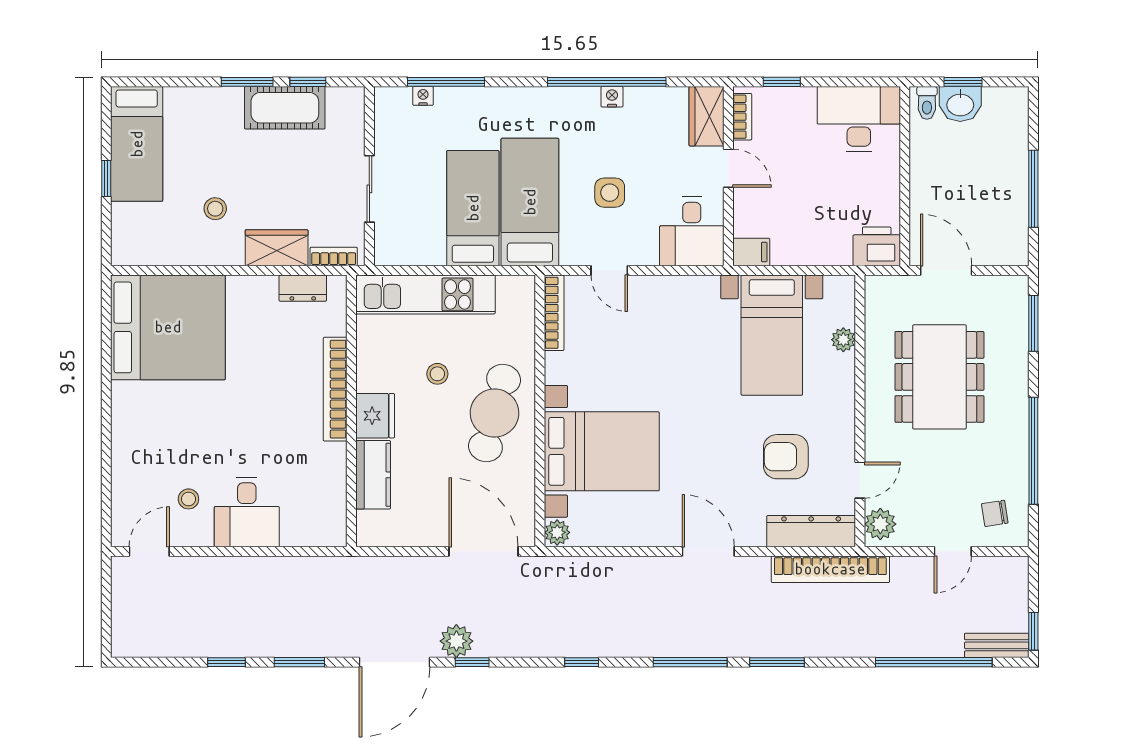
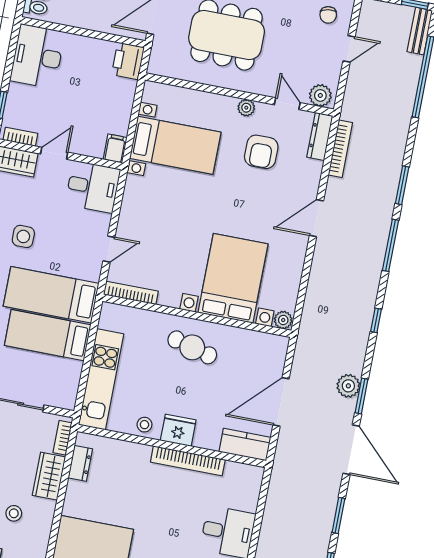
side table: (610, 193) -> (23, 236), moved
plant: (843, 340) -> (246, 108), moved
stool: (437, 374) -> (144, 425), moved
bookcase: (335, 389) -> (188, 461), moved
cafe table: (495, 413) -> (192, 347), width x0.73, depth x0.74
kitchen counter: (373, 475) -> (245, 445), moved
dresser: (811, 531) -> (320, 136), width x0.73, depth x0.80
door: (484, 551) -> (281, 402), moved
door: (953, 551) -> (349, 49), hinge flipped
bookcase: (830, 569) -> (340, 149), width x0.68, depth x0.76
plant: (456, 641) -> (348, 386), moved
window: (472, 662) -> (361, 396), width x1.50

